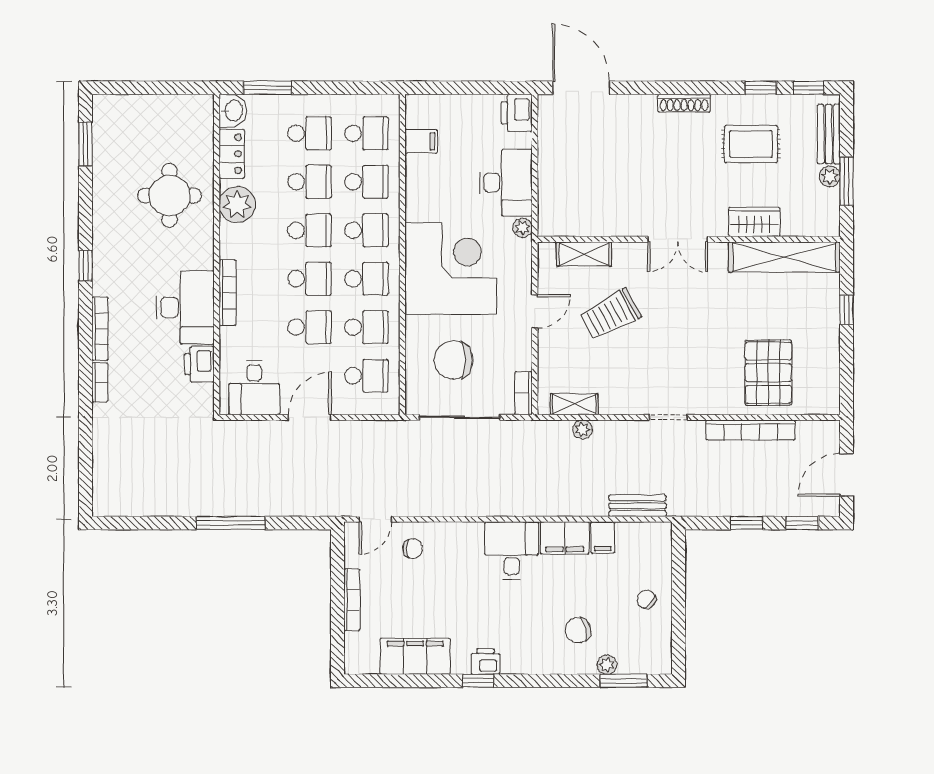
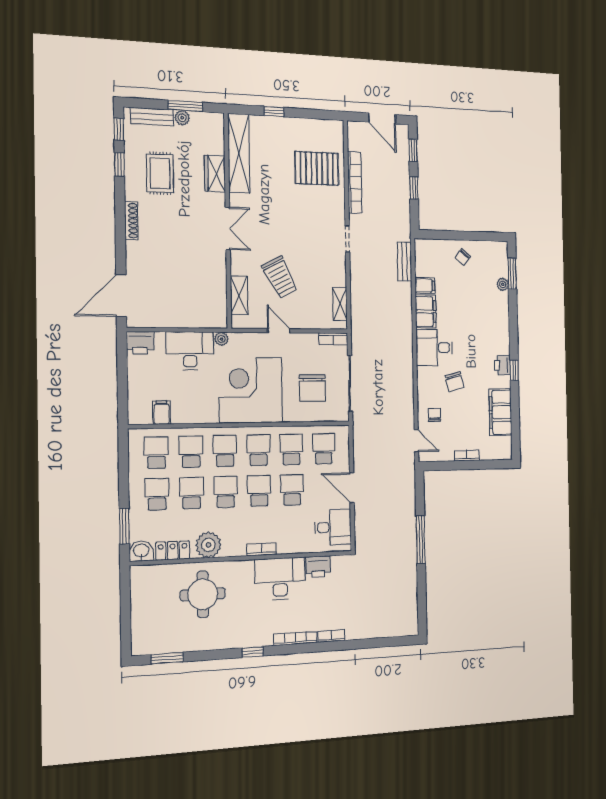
bookcase: (228, 293) -> (261, 549), width x0.64
plant: (582, 430) -> (356, 298), removed
bookcase: (352, 600) -> (467, 455), width x0.64
chair: (578, 630) -> (455, 382), moved

